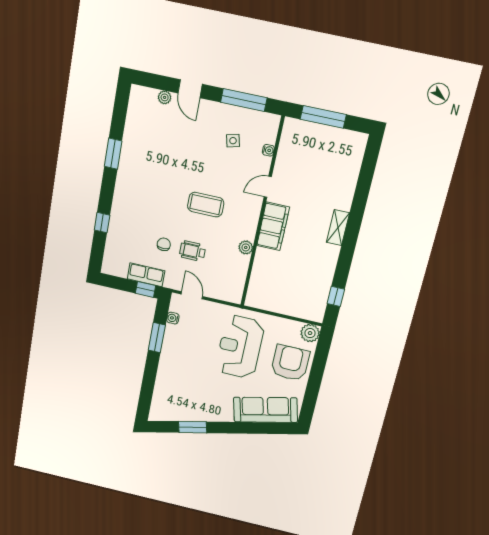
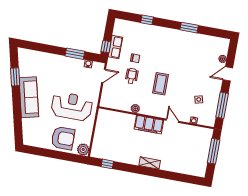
sofa: (265, 410) -> (29, 97), moved

